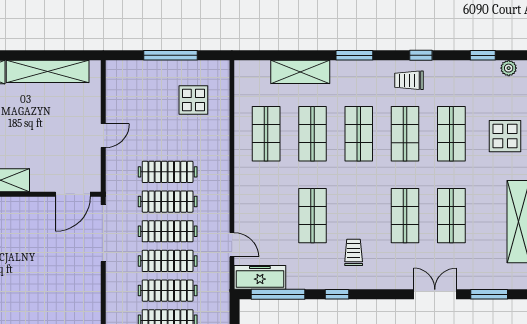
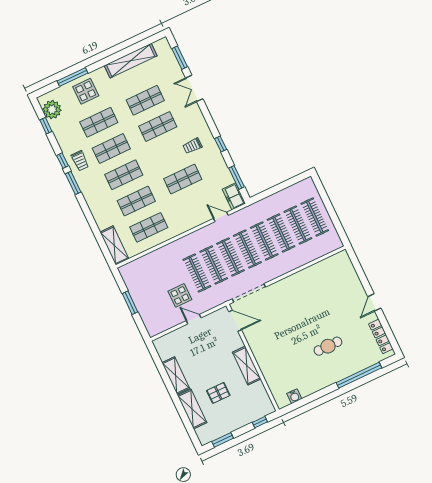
window: (170, 55) -> (130, 303), width x0.69
window: (354, 55) -> (73, 183), moved
plant: (509, 68) -> (52, 110), width x1.87, depth x1.87
shelving: (48, 71) -> (176, 375), width x0.68
shelving: (300, 72) -> (114, 245), moved
display table: (193, 100) -> (180, 295), moved
door: (232, 245) -> (221, 217), hinge flipped
freezer: (260, 277) -> (234, 196), width x0.71
window: (278, 294) -> (237, 177), width x0.69

